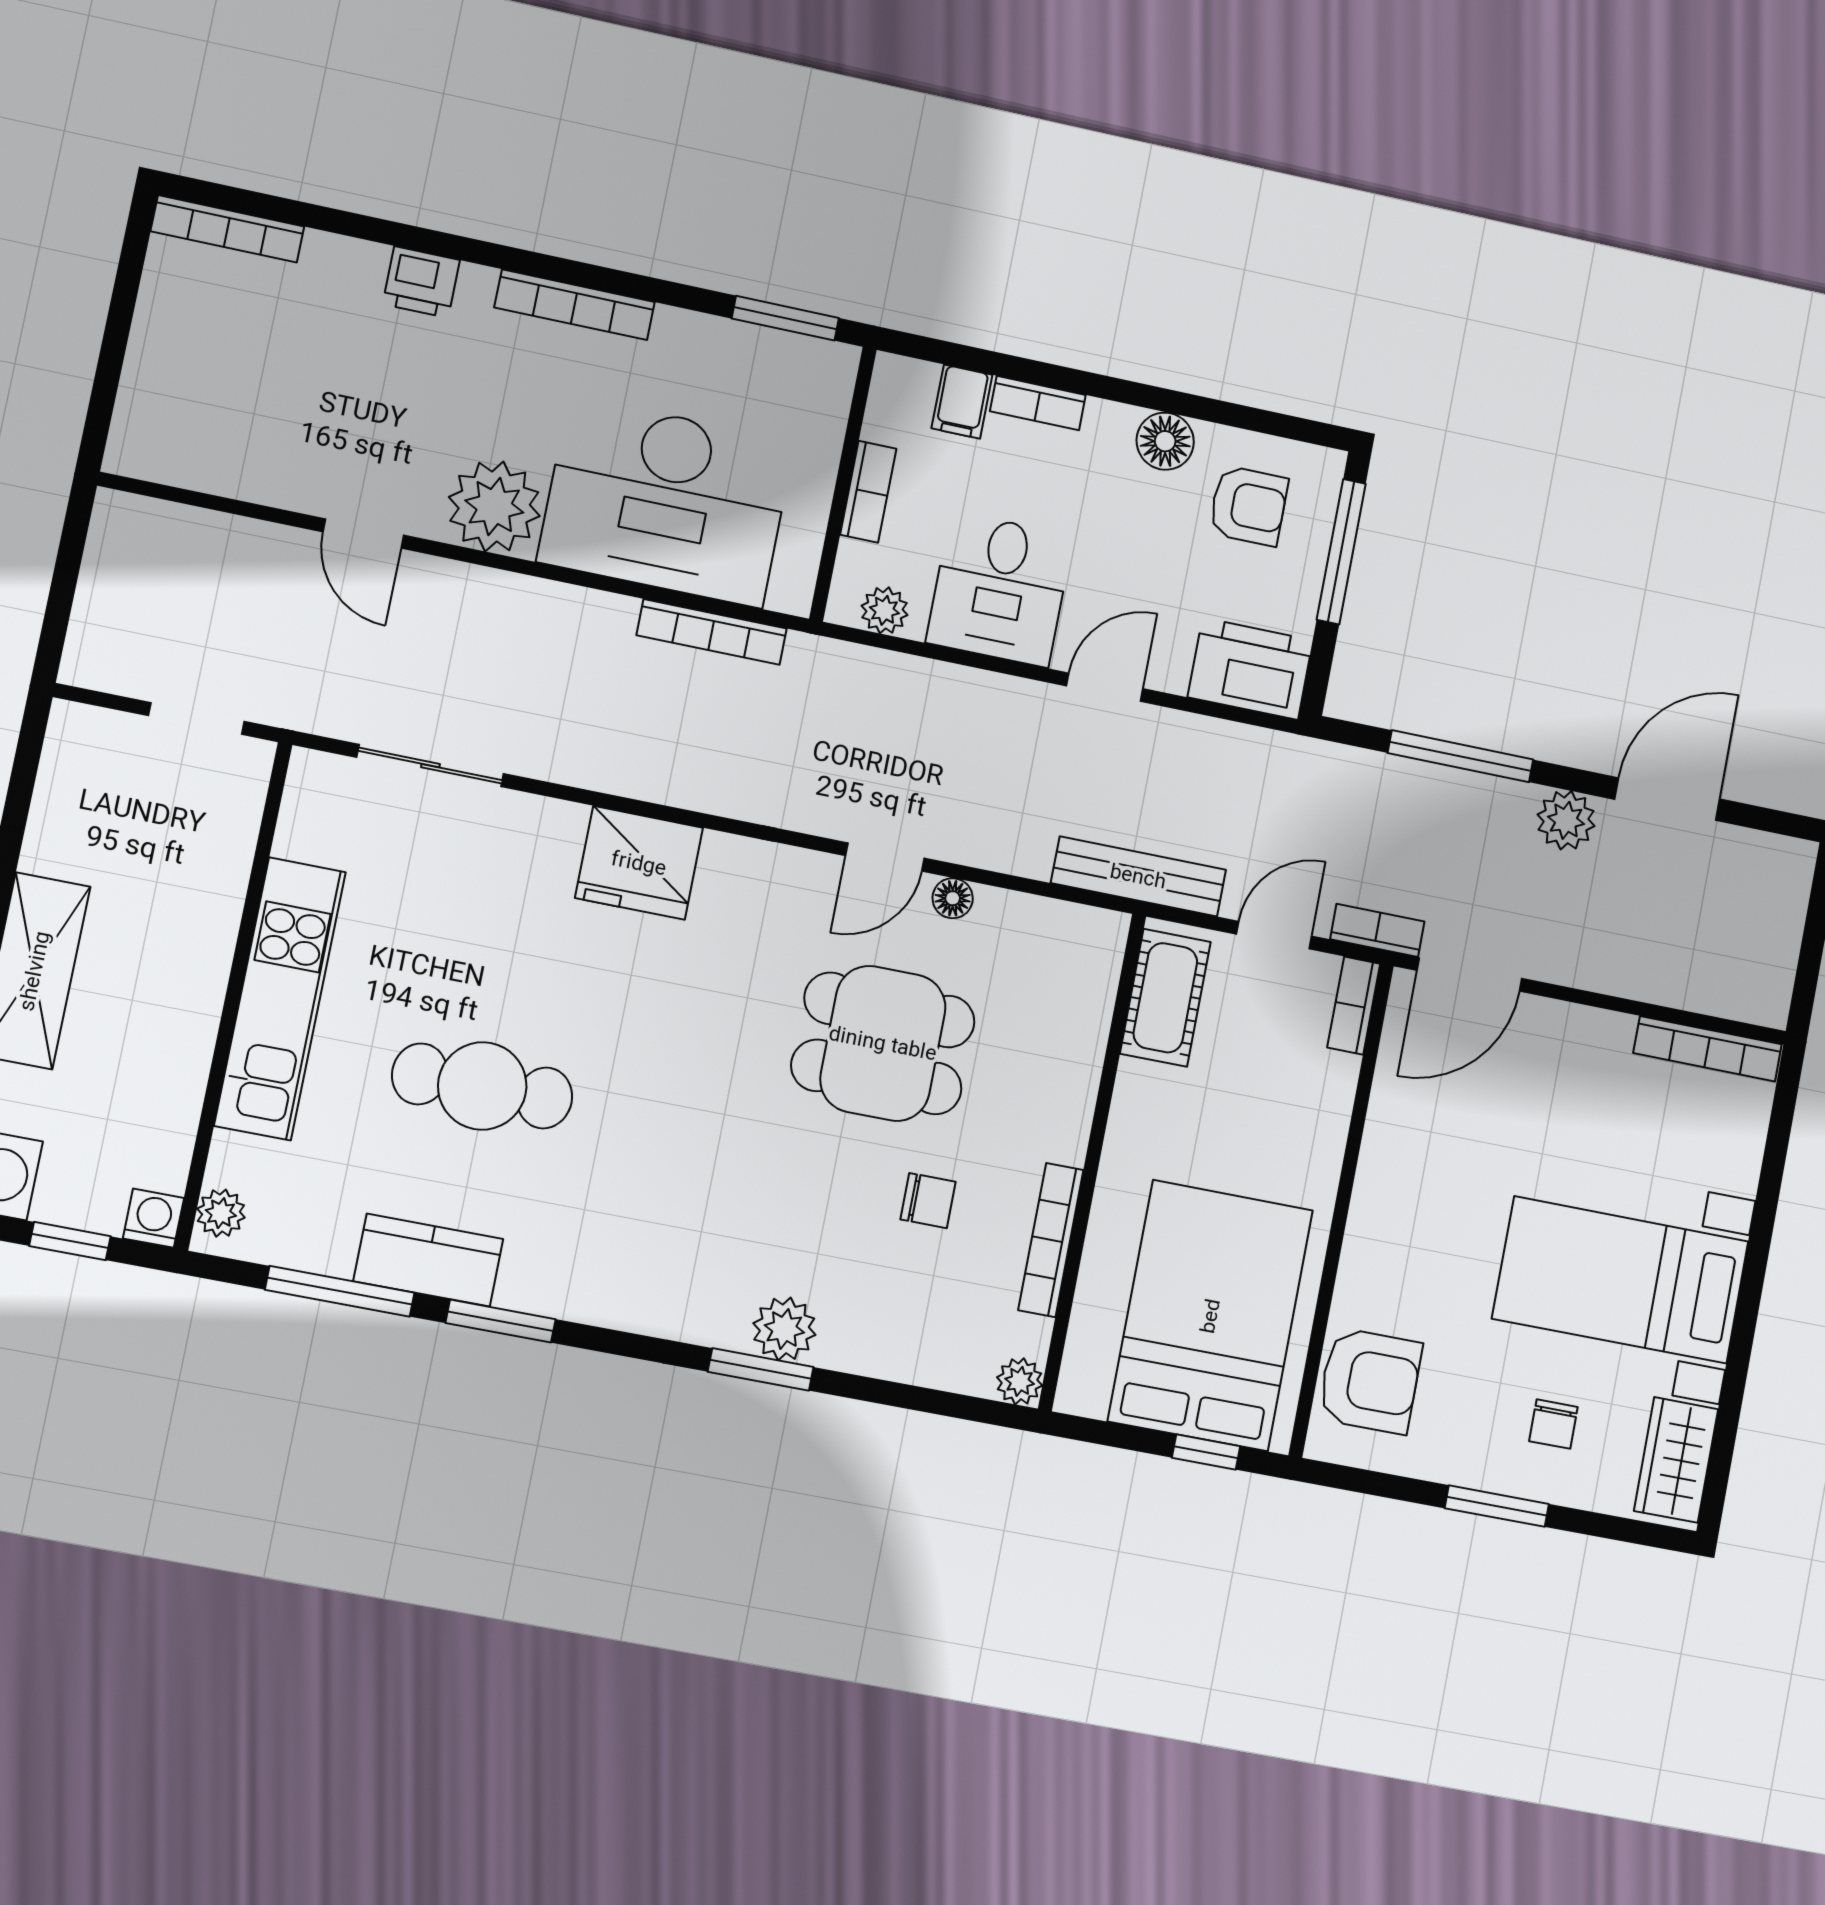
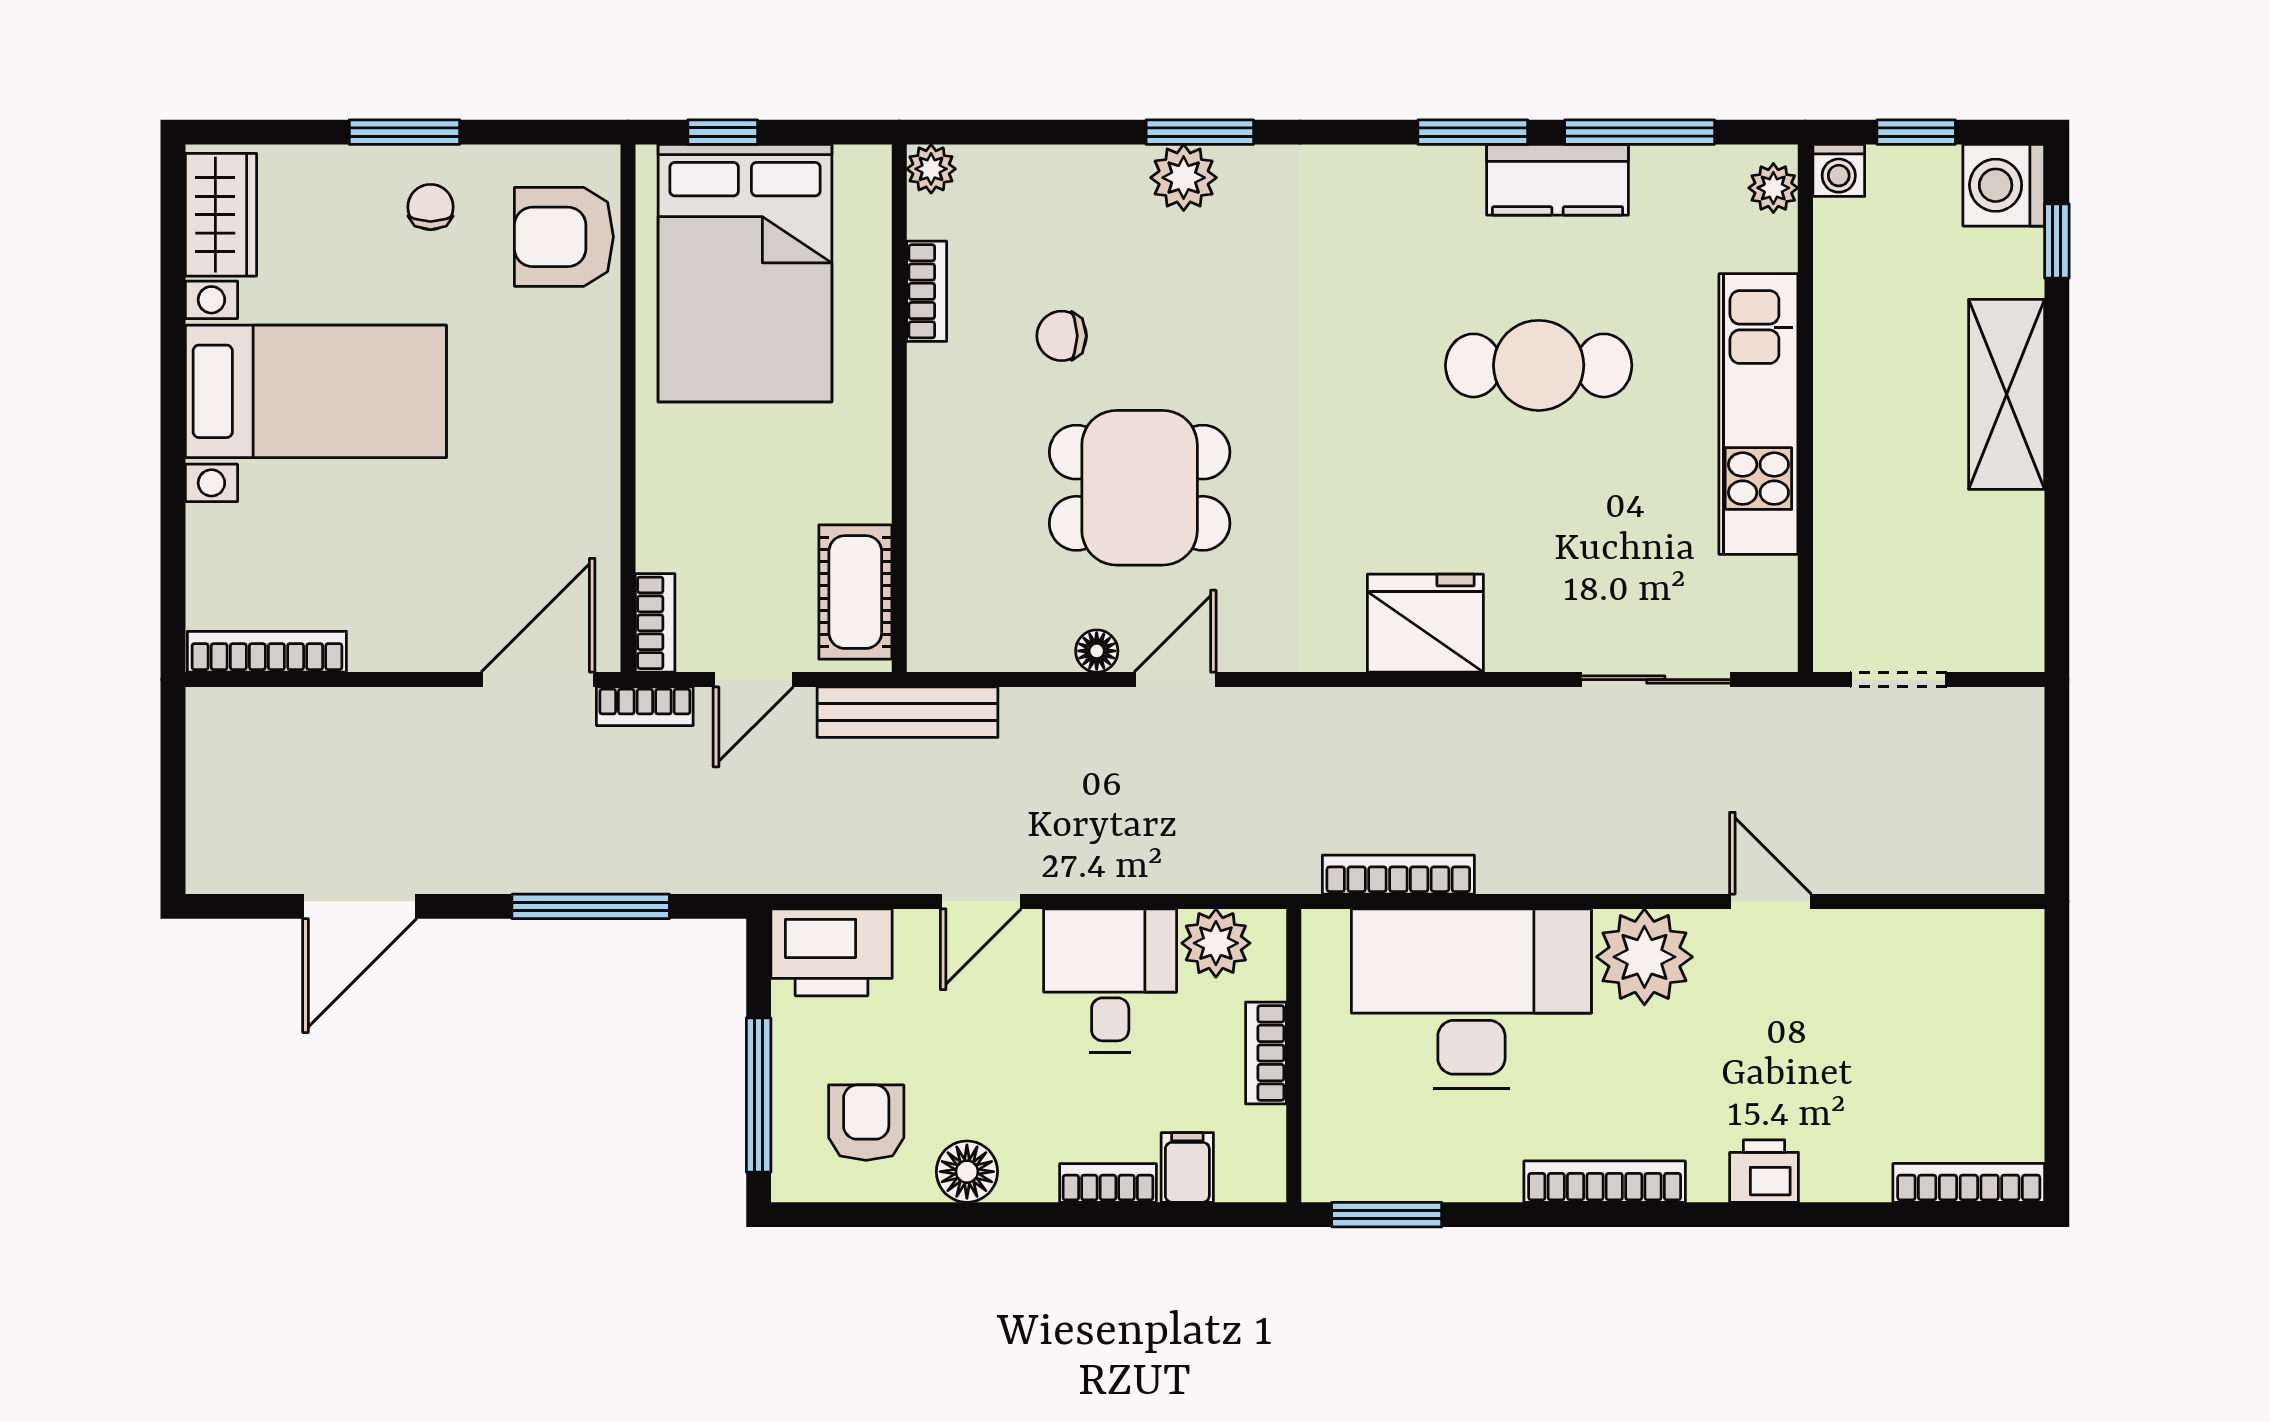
armchair: (1248, 506) -> (866, 1123), turned 90
plant: (884, 610) -> (1216, 943), width x1.38, depth x1.38
plant: (1566, 820) -> (465, 862), removed
bookcase: (1051, 1240) -> (927, 291), width x0.64
chair: (1553, 1424) -> (431, 207), moved

